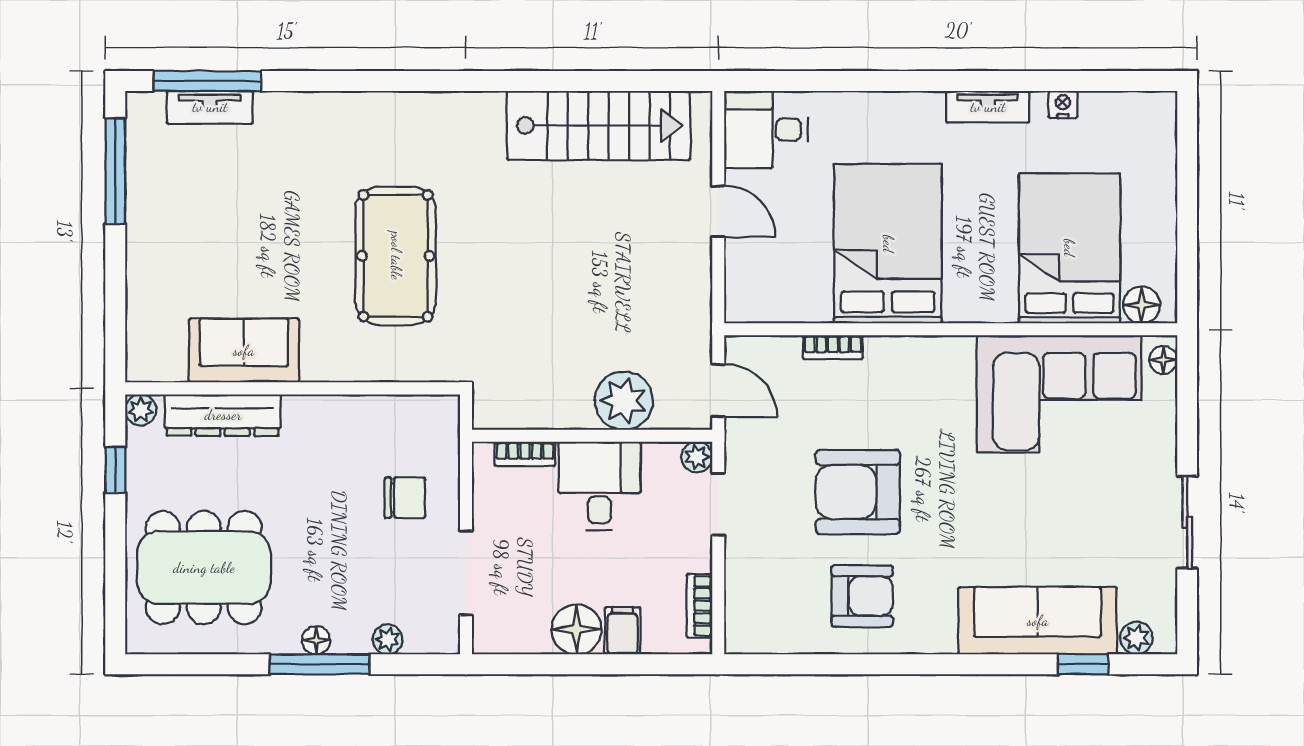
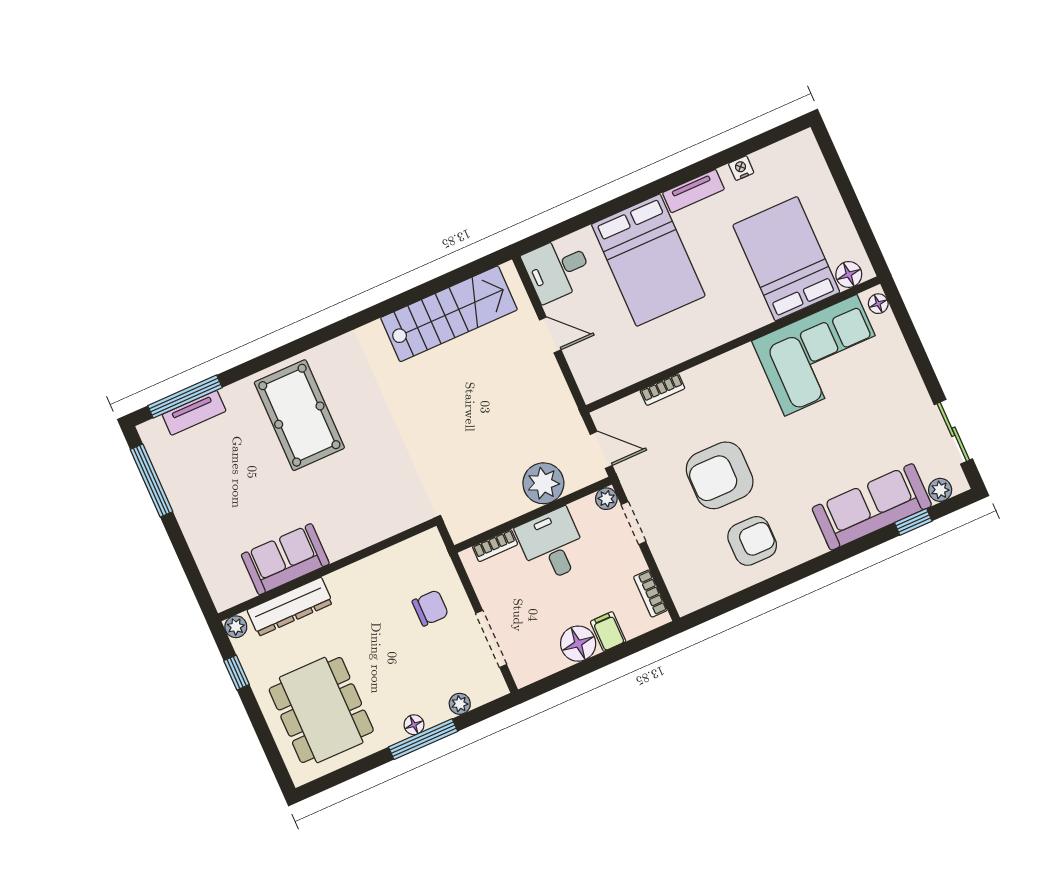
bed: (888, 244) -> (648, 260), moved, turned 180
pool table: (396, 256) -> (299, 415), moved
sliding door: (1187, 522) -> (953, 432), moved
dining table: (204, 568) -> (321, 710), turned 90

